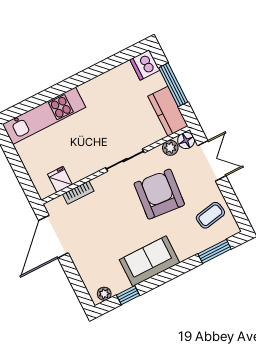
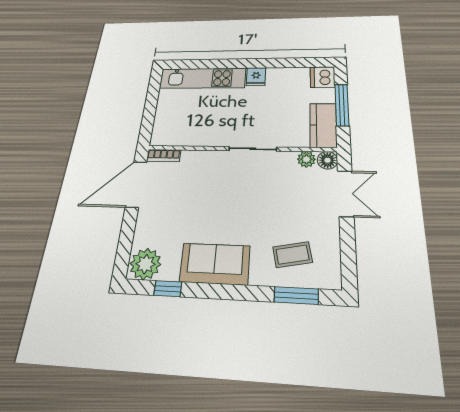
fridge: (60, 179) -> (256, 77), moved, turned 180
bookcase: (78, 193) -> (164, 156), moved
armchair: (159, 194) -> (268, 198), removed
coffee table: (210, 215) -> (292, 255), moved
plant: (104, 294) -> (145, 264), width x1.87, depth x1.87

